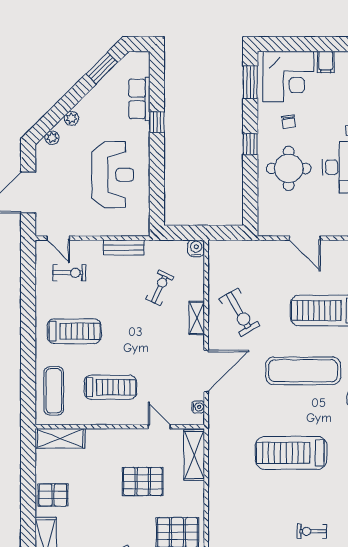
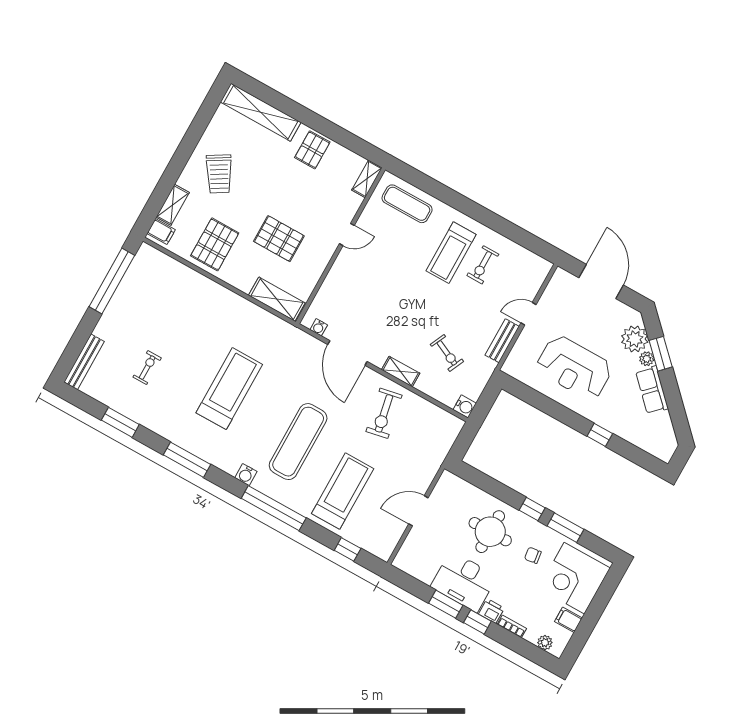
window: (102, 68) -> (661, 354), moved
window: (250, 82) -> (566, 528), moved
row of seats: (139, 99) -> (652, 390), moved, turned -135
plant: (52, 138) -> (635, 339), width x1.88, depth x1.88
door: (58, 238) -> (529, 314), moved
exercise bike: (69, 273) -> (483, 265), moved
exercise bike: (240, 312) -> (384, 413), turned -71
treadmill: (110, 387) -> (381, 257), removed
door: (159, 427) -> (347, 235), moved
shelving: (60, 438) -> (367, 179), width x0.67, depth x0.75
pallet: (143, 482) -> (279, 239), turned 90

